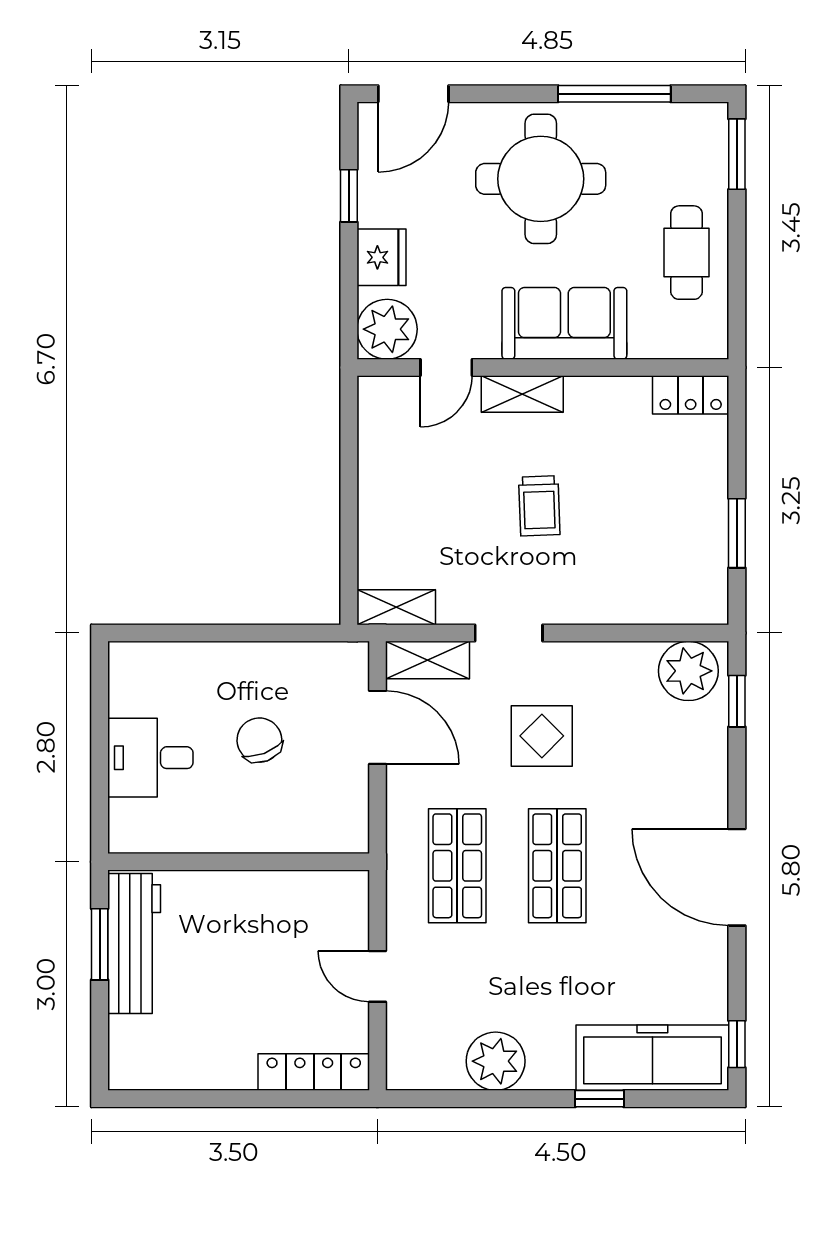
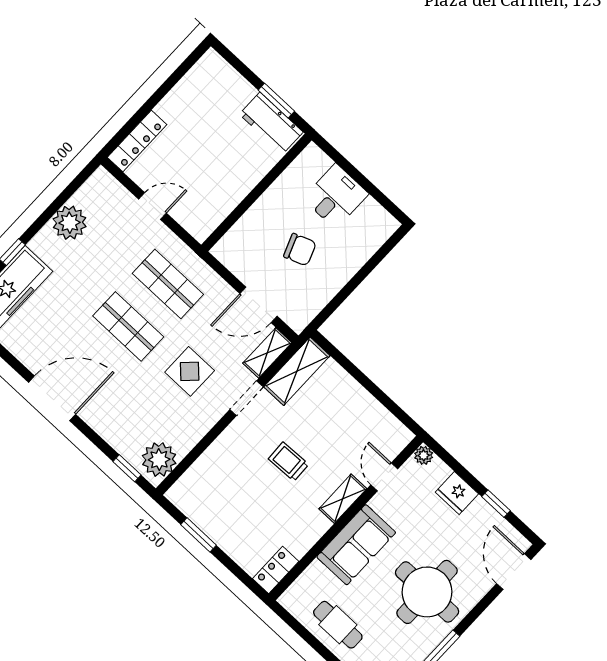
plant: (387, 329) -> (424, 455), width x0.53, depth x0.53
shelving: (396, 607) -> (297, 371), width x1.50, depth x1.33
workbench: (134, 944) -> (271, 123), width x0.73

